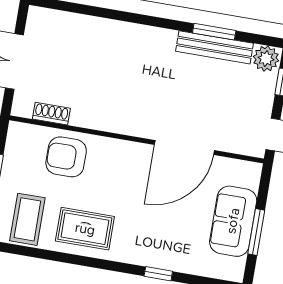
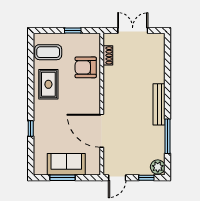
window: (214, 32) -> (168, 136), width x1.44
bench: (214, 47) -> (159, 104), moved
armchair: (66, 157) -> (86, 67), turned -90

